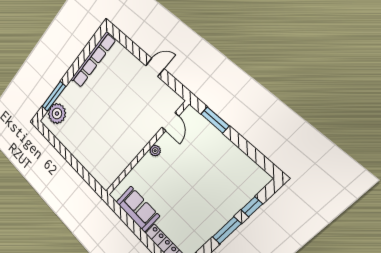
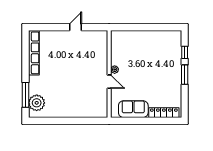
window: (215, 120) -> (131, 27), removed
door: (170, 122) -> (109, 82), moved

